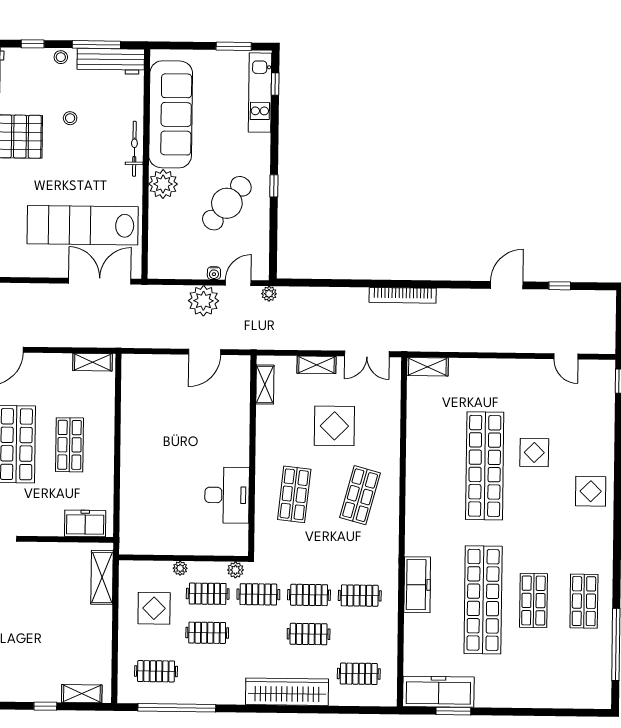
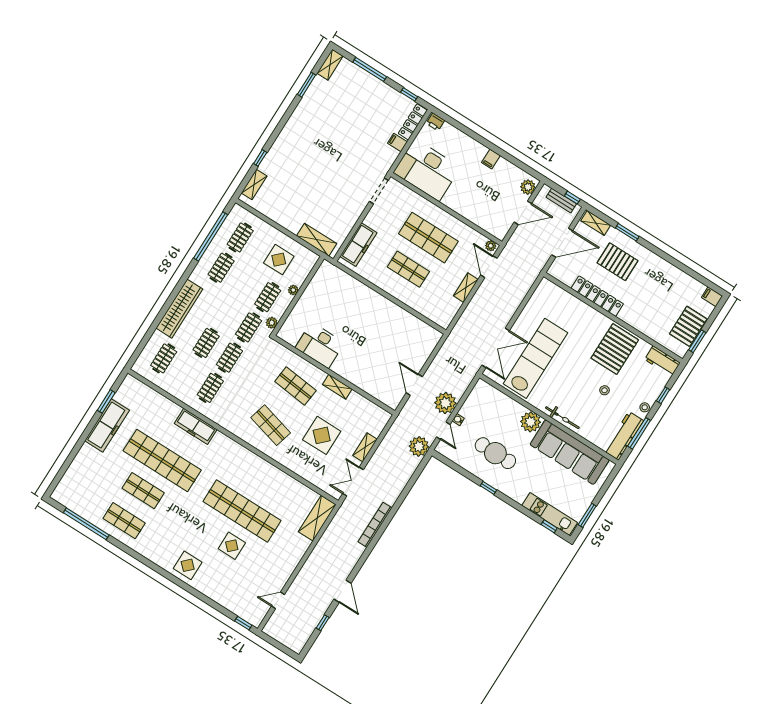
cafe table: (227, 203) -> (495, 453), turned -39
plant: (269, 294) -> (419, 447), width x1.88, depth x1.88
shelving: (92, 362) -> (466, 288), moved
shelving: (427, 367) -> (317, 518), width x1.50, depth x1.33
shelving: (265, 384) -> (337, 387), moved
freezer: (85, 523) -> (358, 245), width x1.40
clothes rail: (207, 633) -> (221, 268), moved
freezer: (438, 692) -> (107, 425), moved

